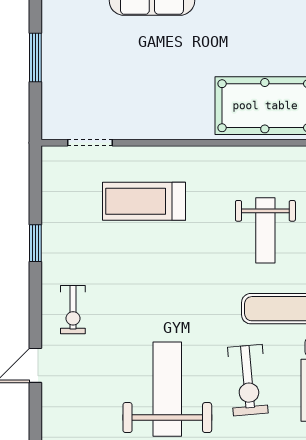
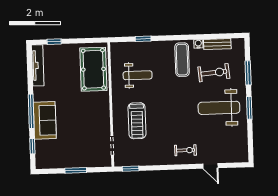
weight bench: (265, 230) -> (138, 75), moved
window: (35, 243) -> (131, 169), moved

